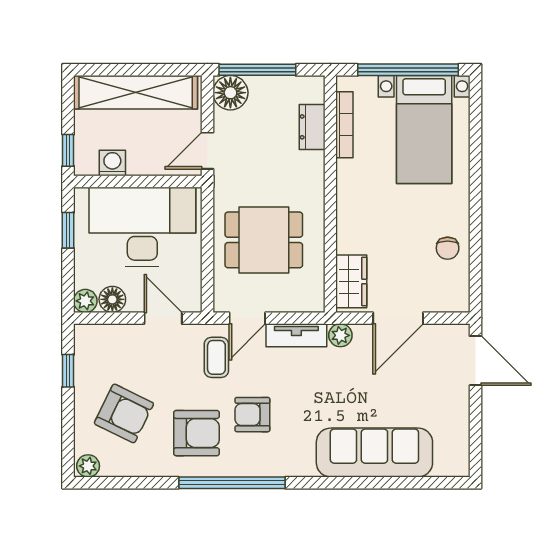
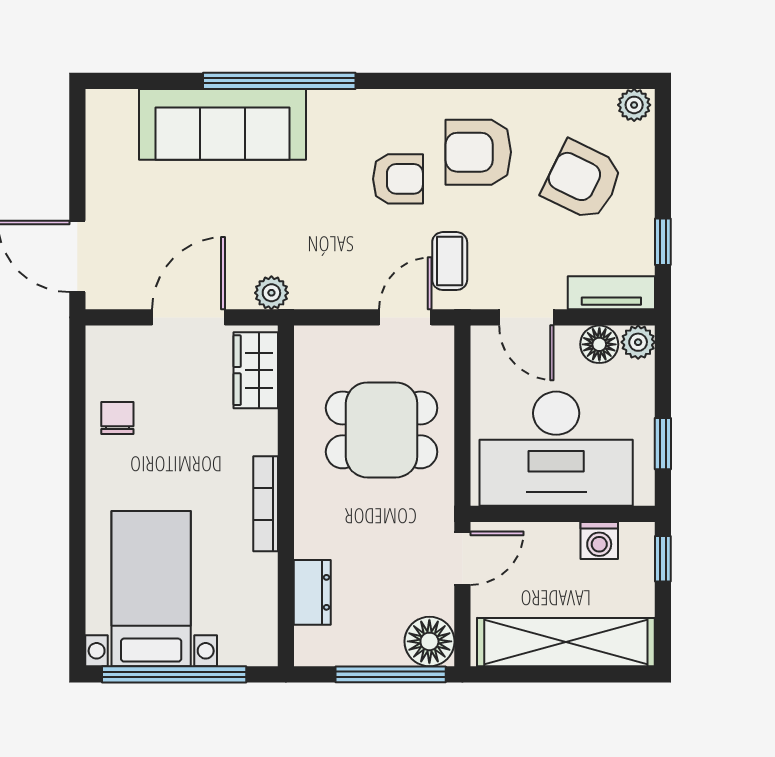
bookcase: (344, 125) -> (266, 504), moved
tv unit: (296, 335) -> (611, 293), moved
window: (232, 483) -> (279, 81), moved

